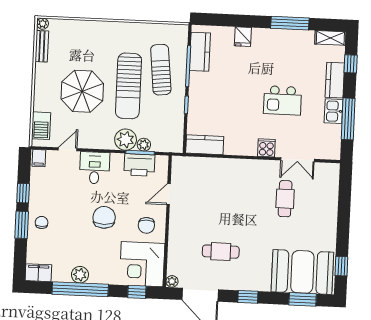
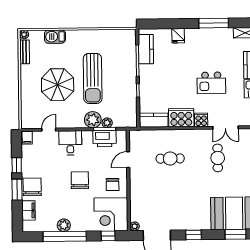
sun lounger: (161, 70) -> (117, 65), removed
barbecue: (41, 126) -> (55, 37), moved, turned 90
cooker: (241, 144) -> (181, 118), added
chair: (42, 222) -> (32, 187), width x1.87, depth x1.87
cafe table: (221, 252) -> (170, 159), moved
filing cabinet: (38, 273) -> (28, 210), moved, turned 90

